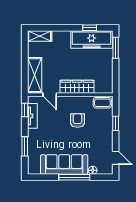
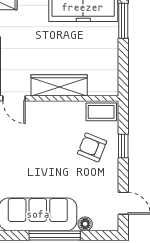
armchair: (78, 121) -> (92, 147), moved, turned -68

